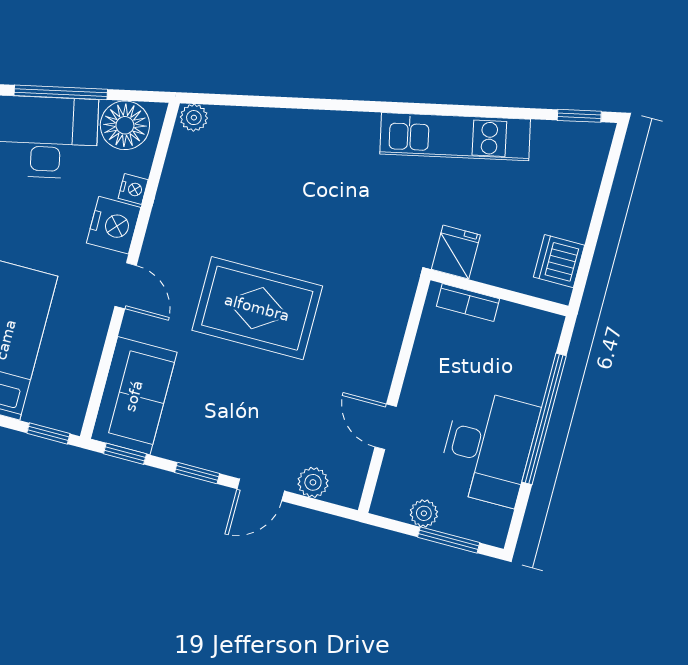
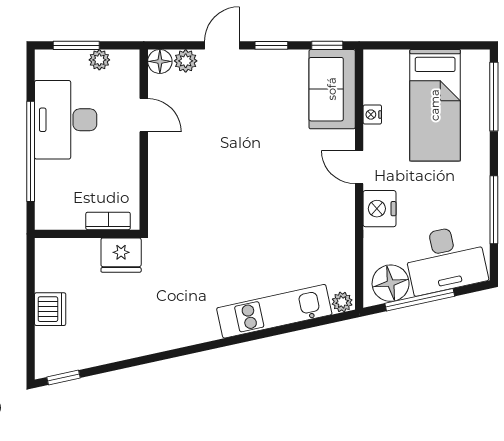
window: (61, 92) -> (420, 300), moved
kitchen unit: (455, 137) -> (274, 311), moved
nightstand: (133, 189) -> (372, 115), moved
fridge: (456, 252) -> (121, 255), width x1.38
dishwasher: (559, 261) -> (50, 309), moved
rug: (257, 308) -> (260, 176), removed
window: (48, 433) -> (387, 45), removed
floor lamp: (346, 490) -> (160, 61), added

